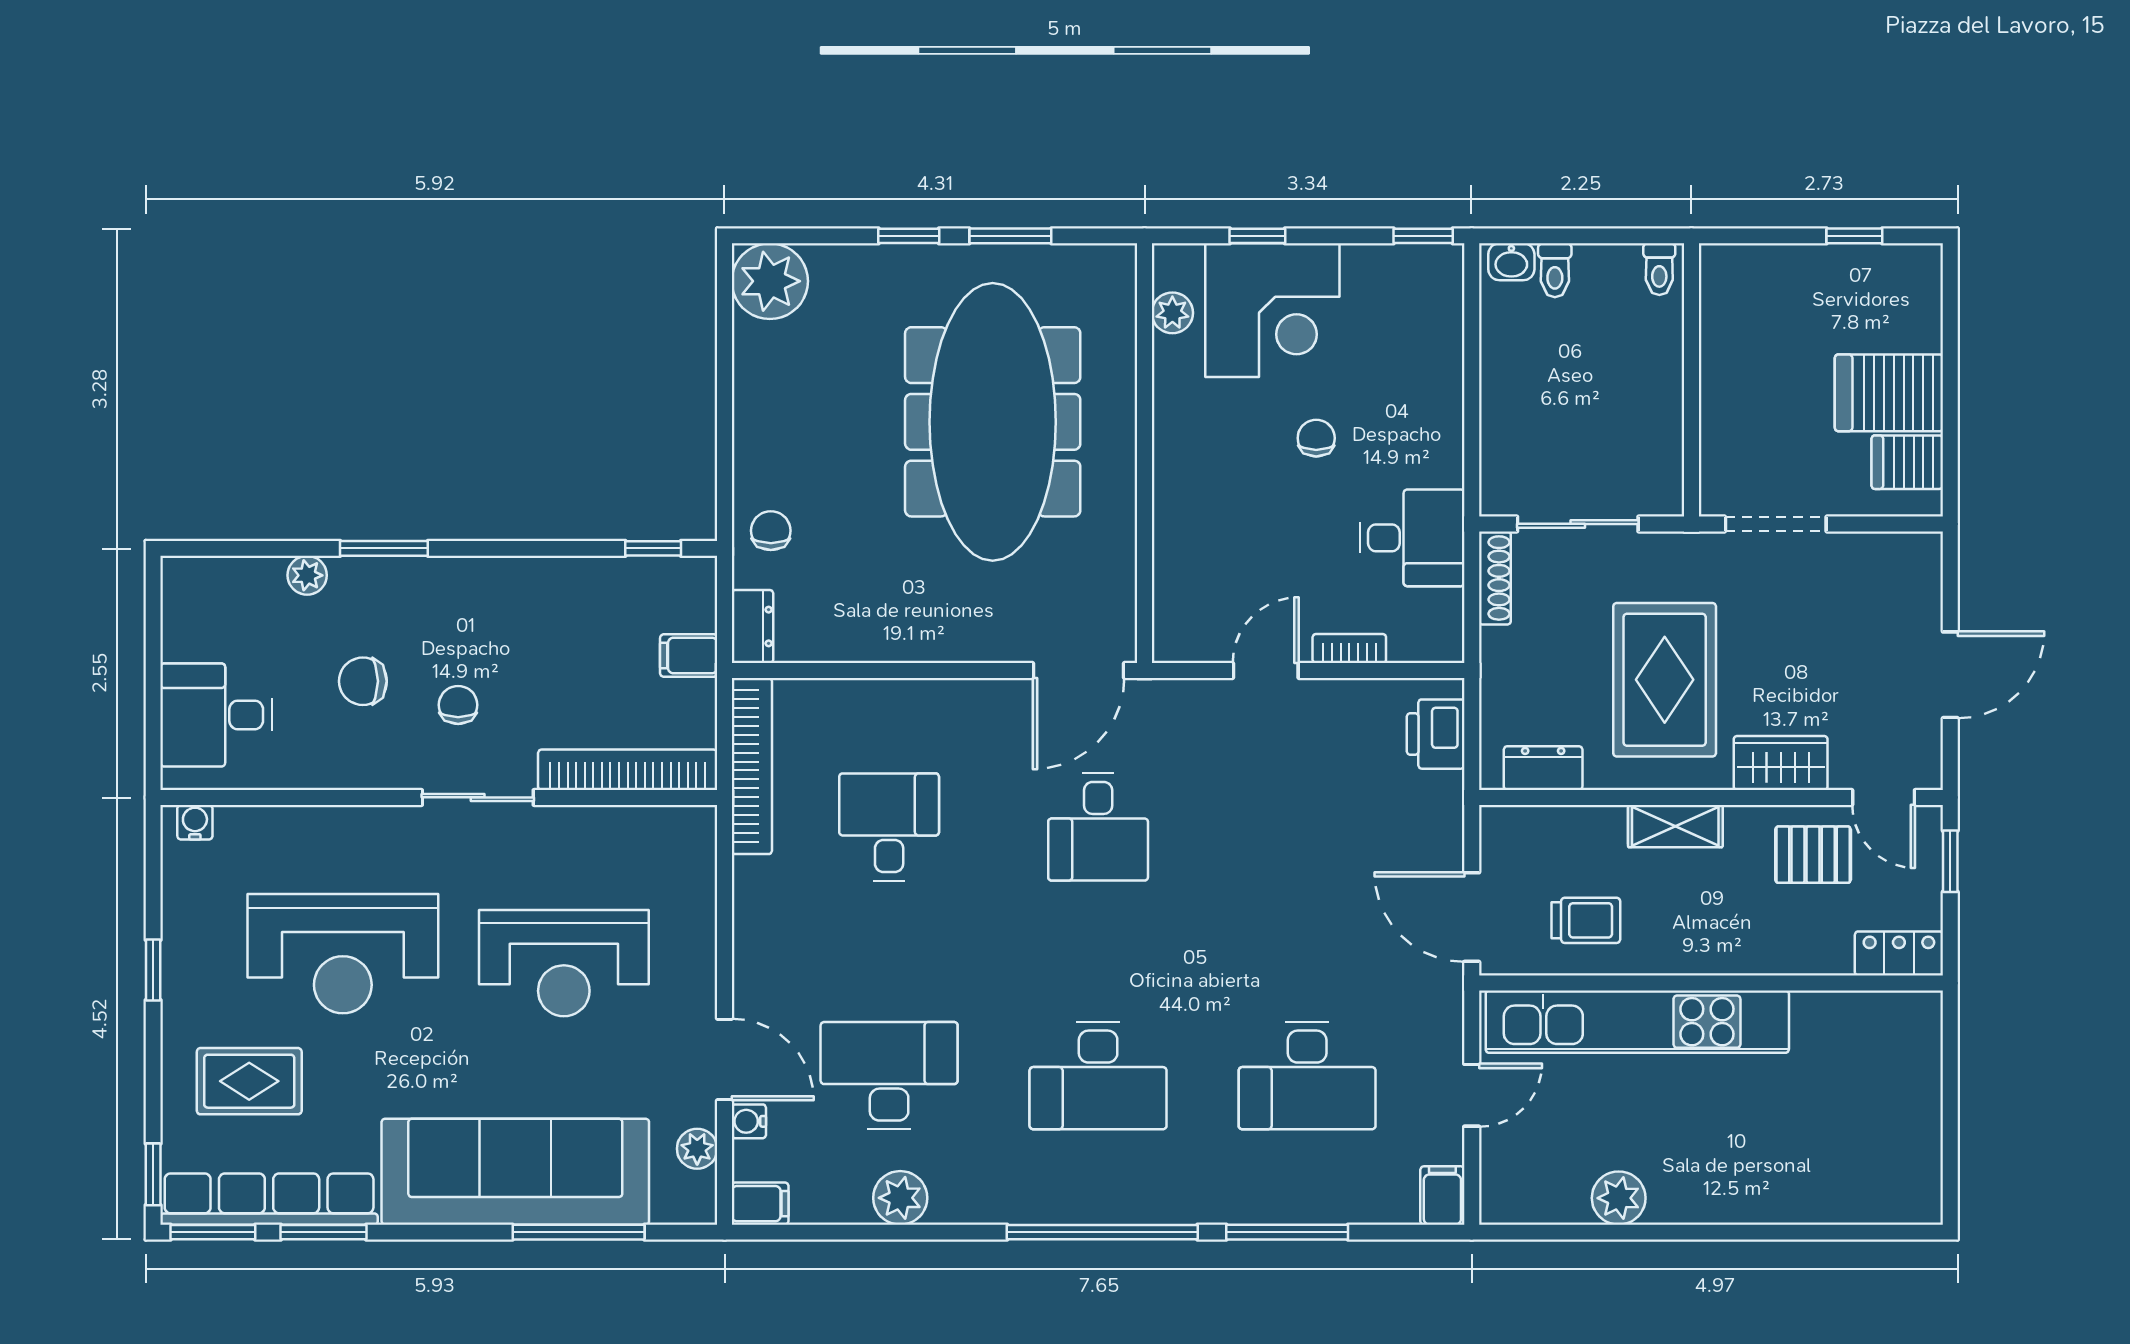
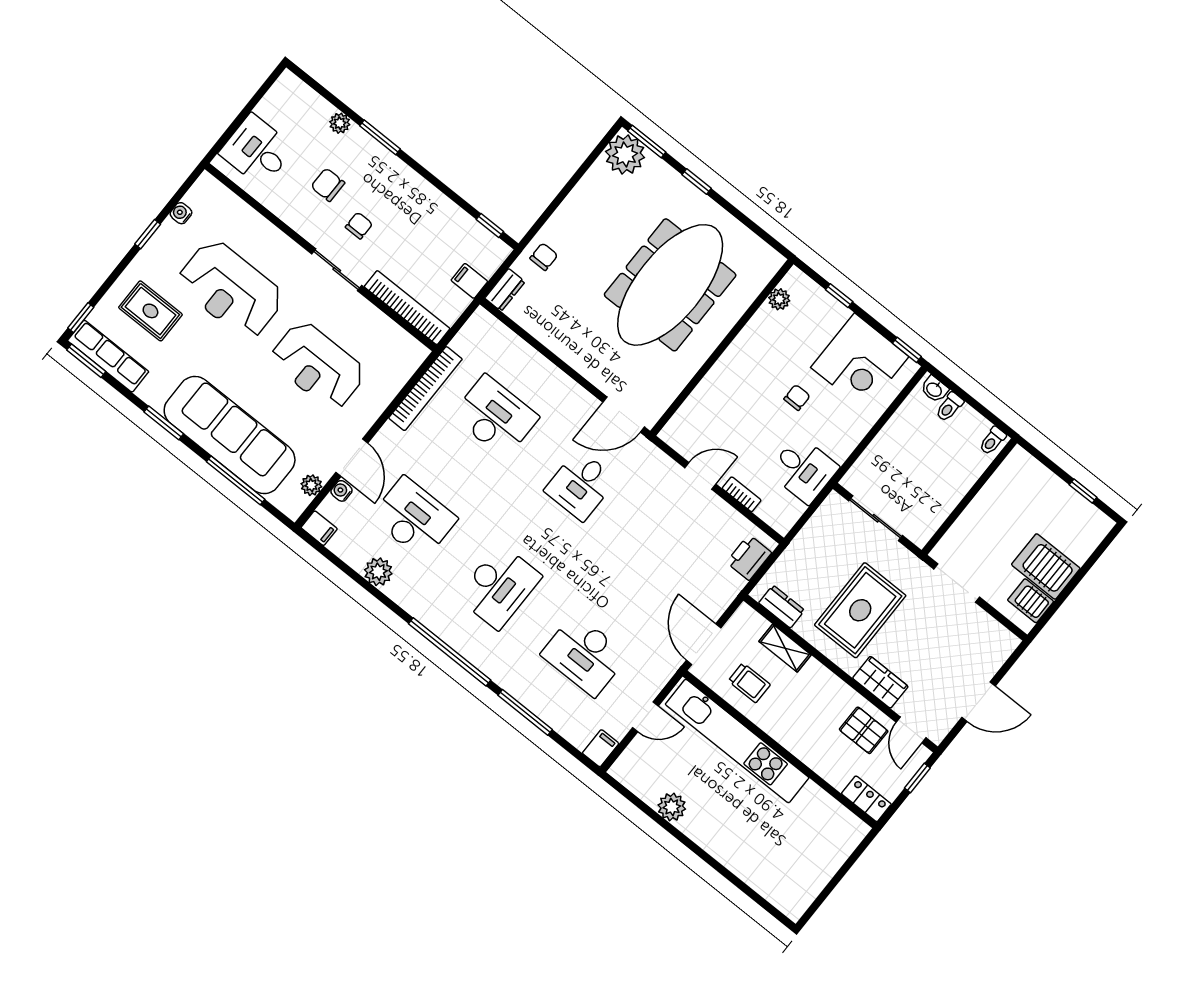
window: (1010, 236) -> (647, 142), moved
corner desk: (1272, 310) -> (860, 362), moved
shoe rack: (1495, 578) -> (824, 513), removed
bookcase: (752, 766) -> (425, 389), moved
water cooler: (195, 822) -> (181, 213), moved, turned -90
shelving: (1675, 826) -> (785, 648), moved
desk: (889, 827) -> (495, 417), width x1.37
desk: (1098, 1076) -> (499, 587), turned -90
row of seats: (269, 1199) -> (108, 356), width x0.73
window: (324, 1232) -> (164, 423), moved

